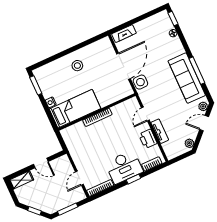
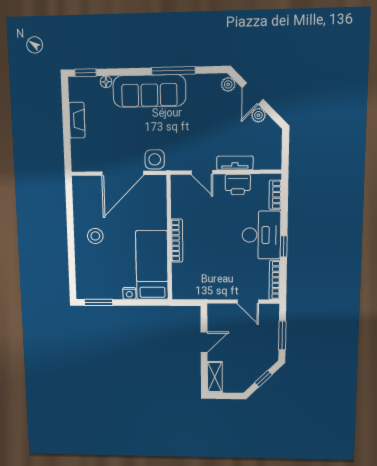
fireplace: (124, 34) -> (77, 120), moved
door: (124, 66) -> (123, 173), swing flipped
sofa: (187, 78) -> (149, 91), moved
plant: (189, 143) -> (258, 115), moved
window: (133, 179) -> (284, 246), moved

